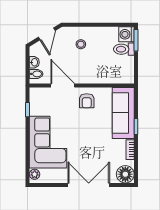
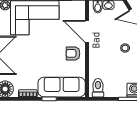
toilet: (124, 49) -> (98, 88), moved
door: (63, 85) -> (87, 31), swing flipped

